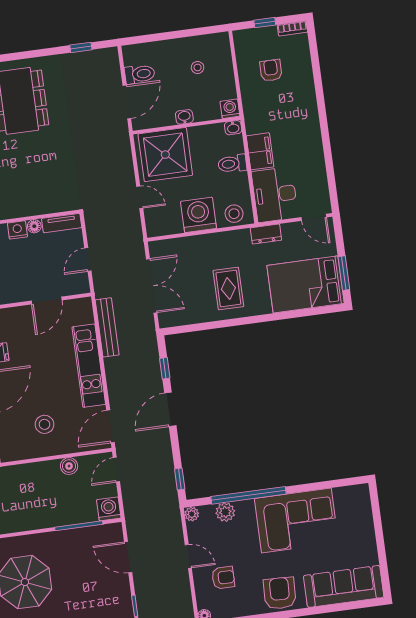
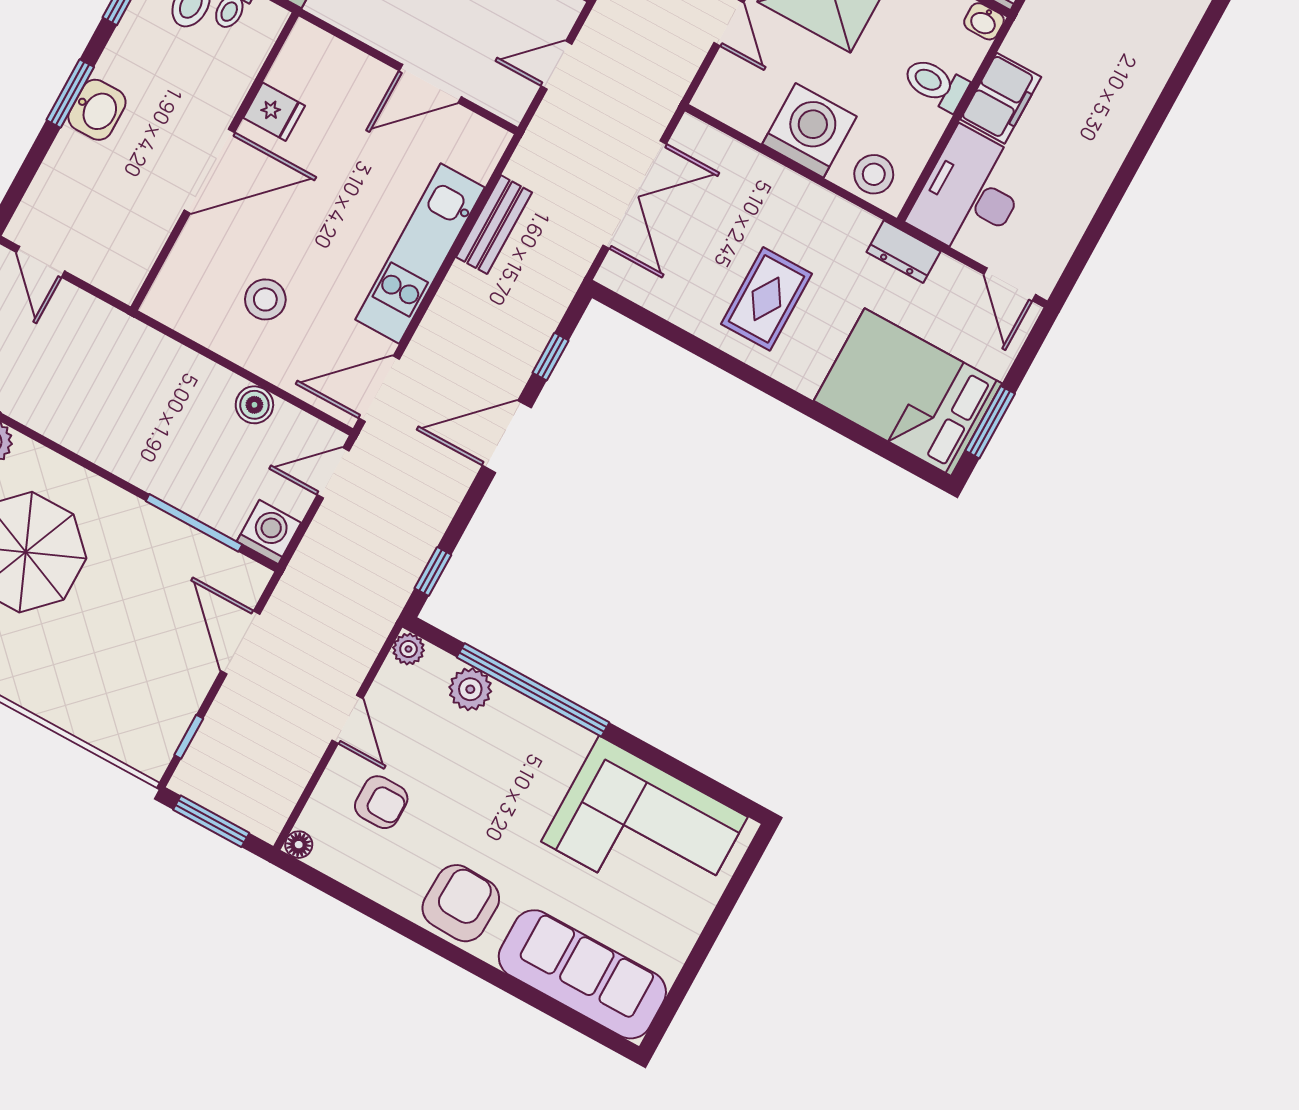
bench: (107, 327) -> (494, 225), width x0.73
corner sofa: (296, 520) -> (644, 829), moved

